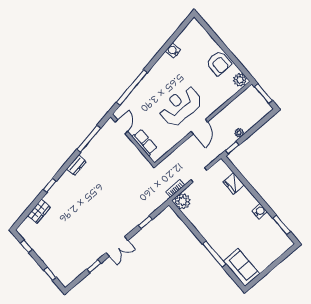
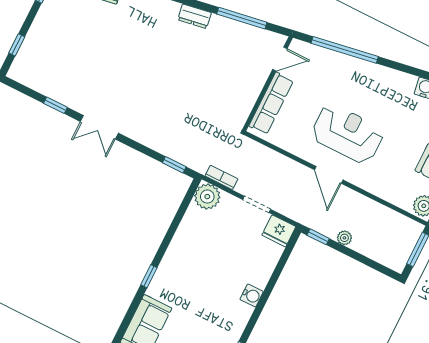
door: (199, 127) -> (329, 175), hinge flipped
row of seats: (145, 142) -> (271, 103), width x1.48
fridge: (234, 183) -> (279, 231), moved, turned -90
water cooler: (260, 211) -> (252, 295), moved
window: (145, 222) -> (174, 165), moved
window: (214, 254) -> (149, 276), width x0.46

